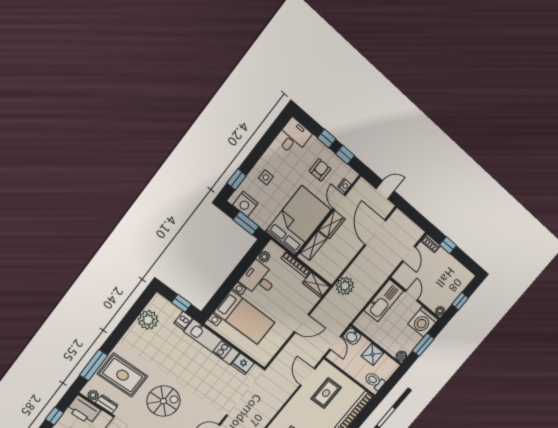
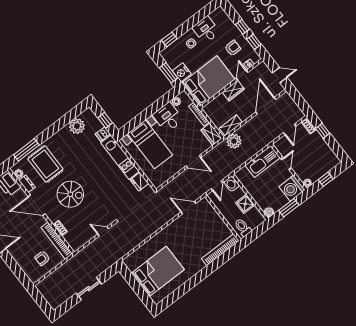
desk: (293, 137) -> (206, 30), moved, turned -90
nightstand: (245, 204) -> (182, 72), moved
shelving: (314, 246) -> (231, 125), moved
door: (308, 377) -> (188, 208), hinge flipped
rug: (326, 393) -> (201, 226), removed

